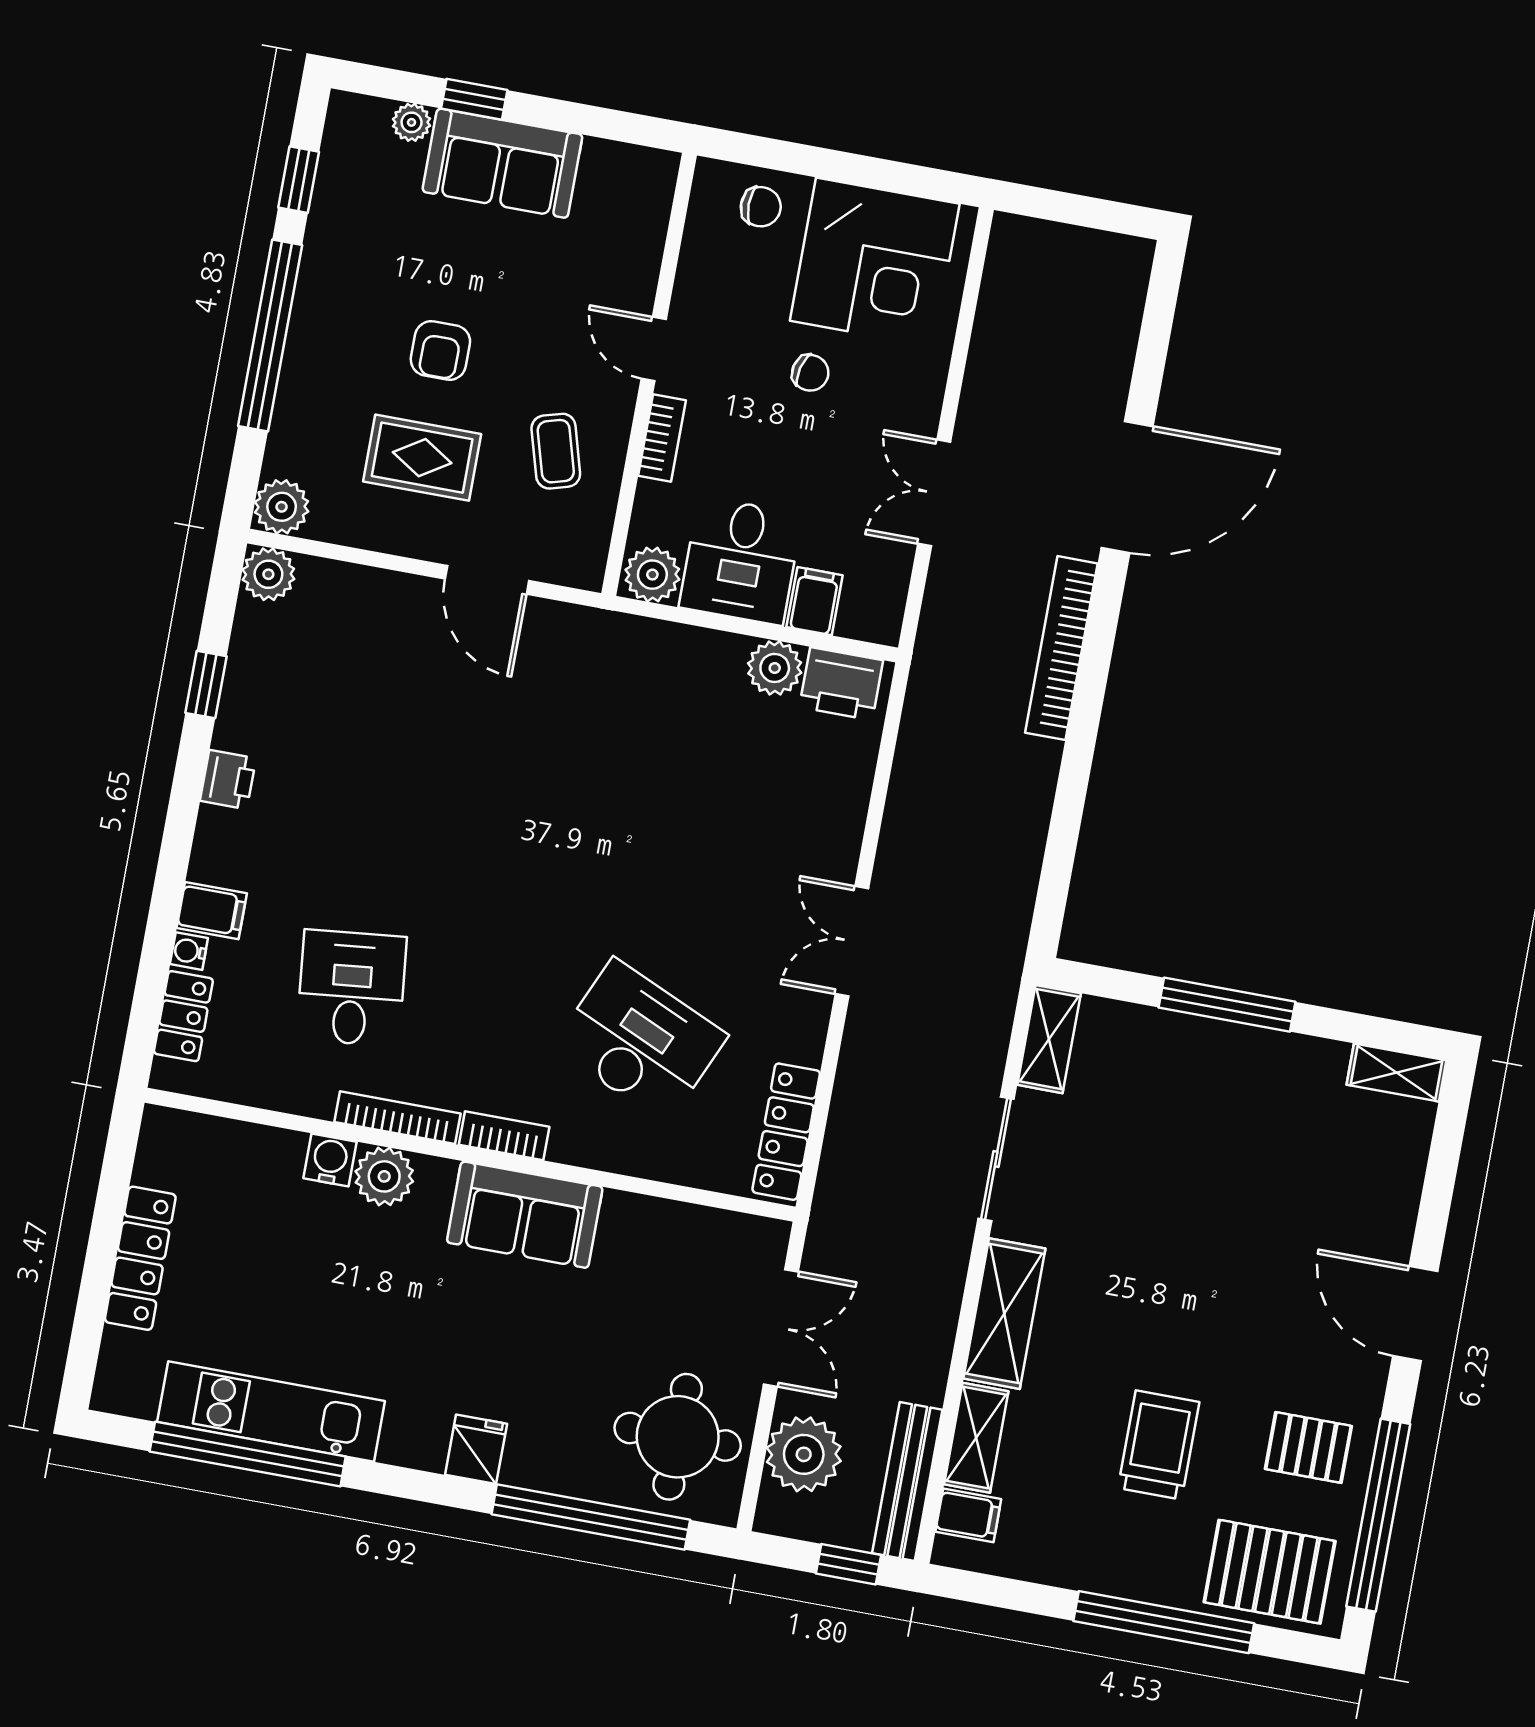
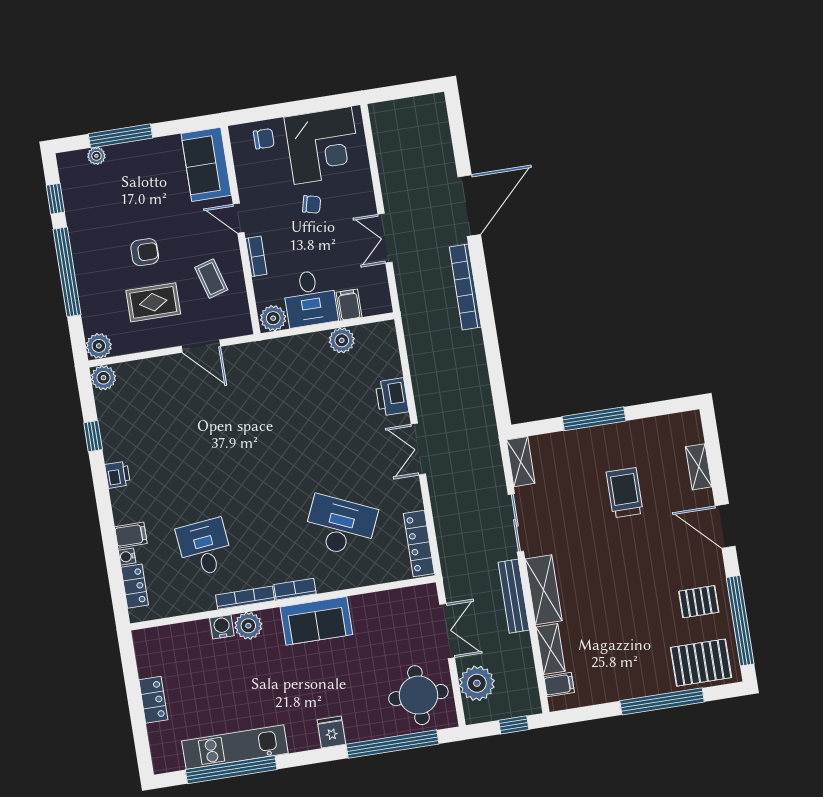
window: (474, 99) -> (121, 136), width x2.17
sofa: (502, 163) -> (206, 164), moved, turned 90
armchair: (440, 351) -> (145, 252), turned -90
printer: (841, 684) -> (392, 397), moved, turned 90
shelving: (1396, 1073) -> (699, 467), moved, turned 90
locker: (140, 1258) -> (153, 700), width x0.66
trolley: (1159, 1445) -> (625, 493), moved
bench: (907, 1481) -> (514, 596), moved

